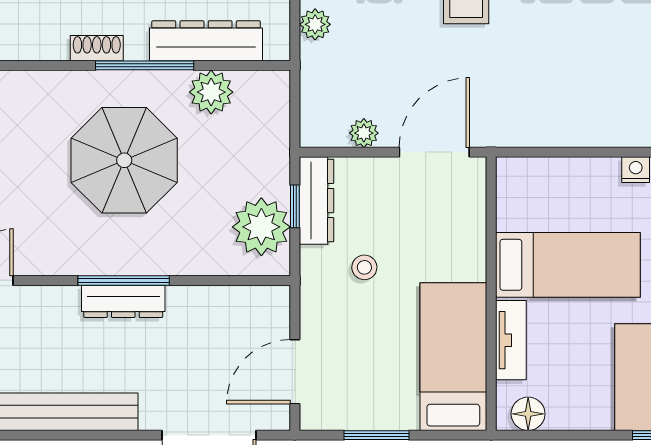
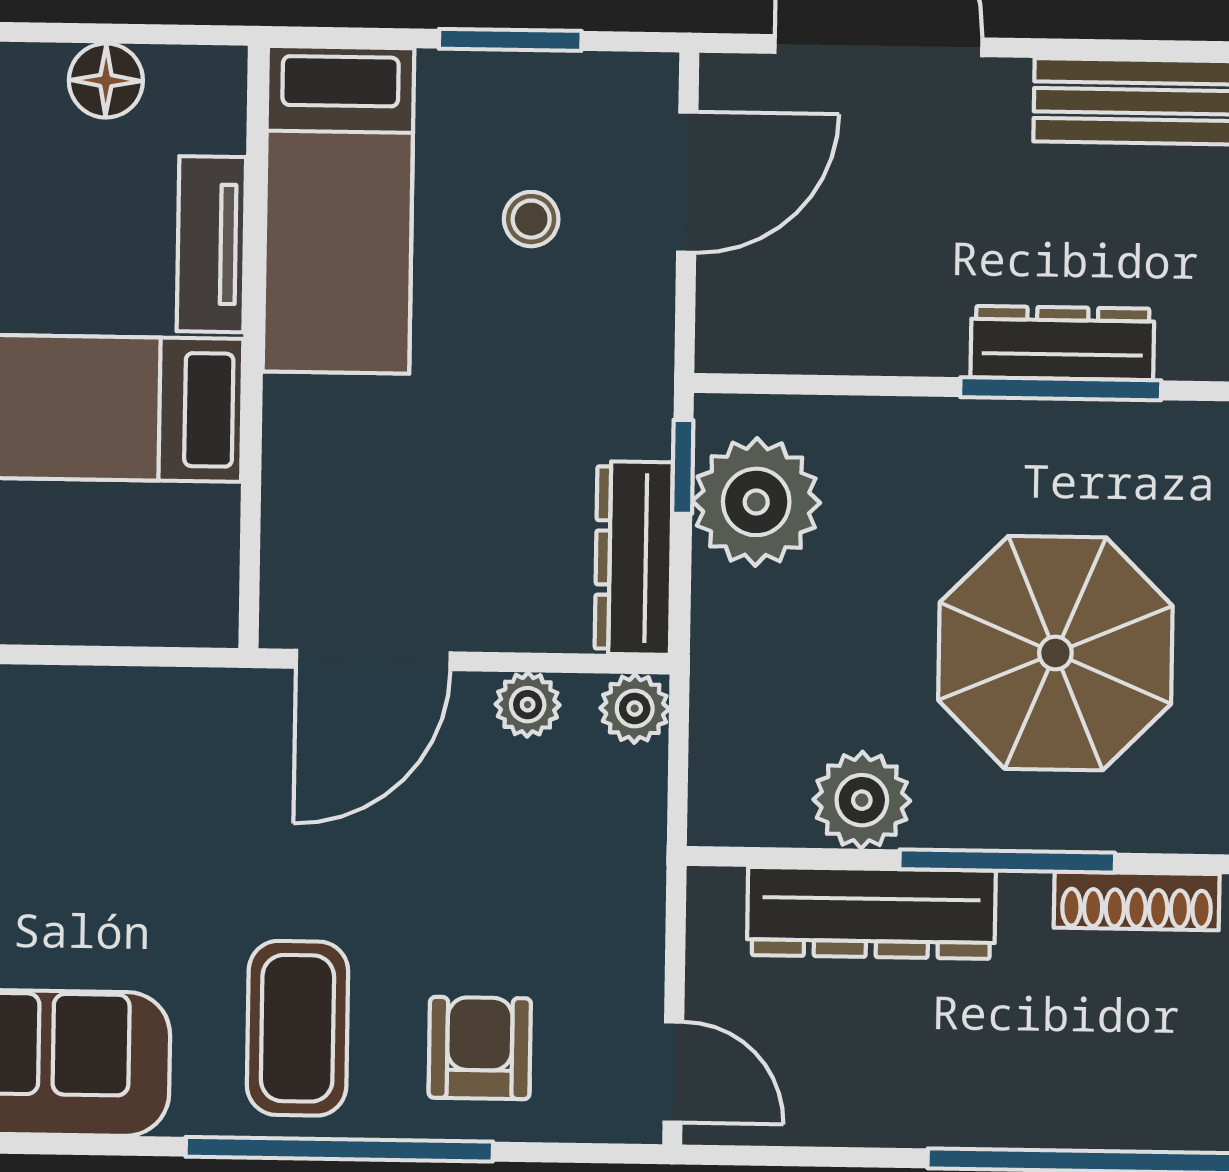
plant: (315, 24) -> (635, 709), moved
shoe rack: (97, 48) -> (1137, 901), width x1.43
window: (295, 206) -> (683, 467), moved
stool: (364, 267) -> (531, 219), moved
floor lamp: (528, 414) -> (106, 81), moved

